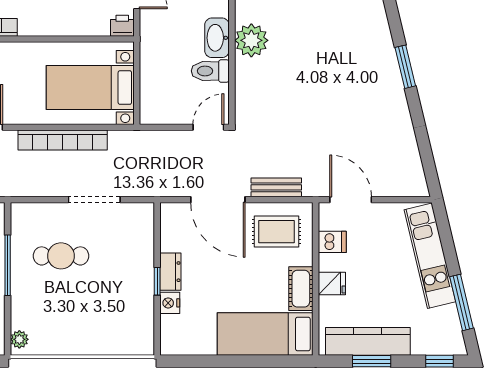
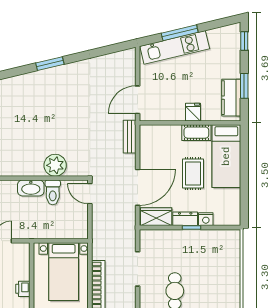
printer: (122, 26) -> (23, 289), moved
plant: (251, 40) -> (55, 165), moved
bench: (276, 187) -> (130, 137), moved
wardrobe: (173, 228) -> (156, 217), added
rug: (276, 232) -> (193, 173), moved
dishwasher: (332, 242) -> (166, 112), removed
window: (462, 302) -> (180, 33), moved
kitchen counter: (368, 341) -> (231, 98), width x0.67

